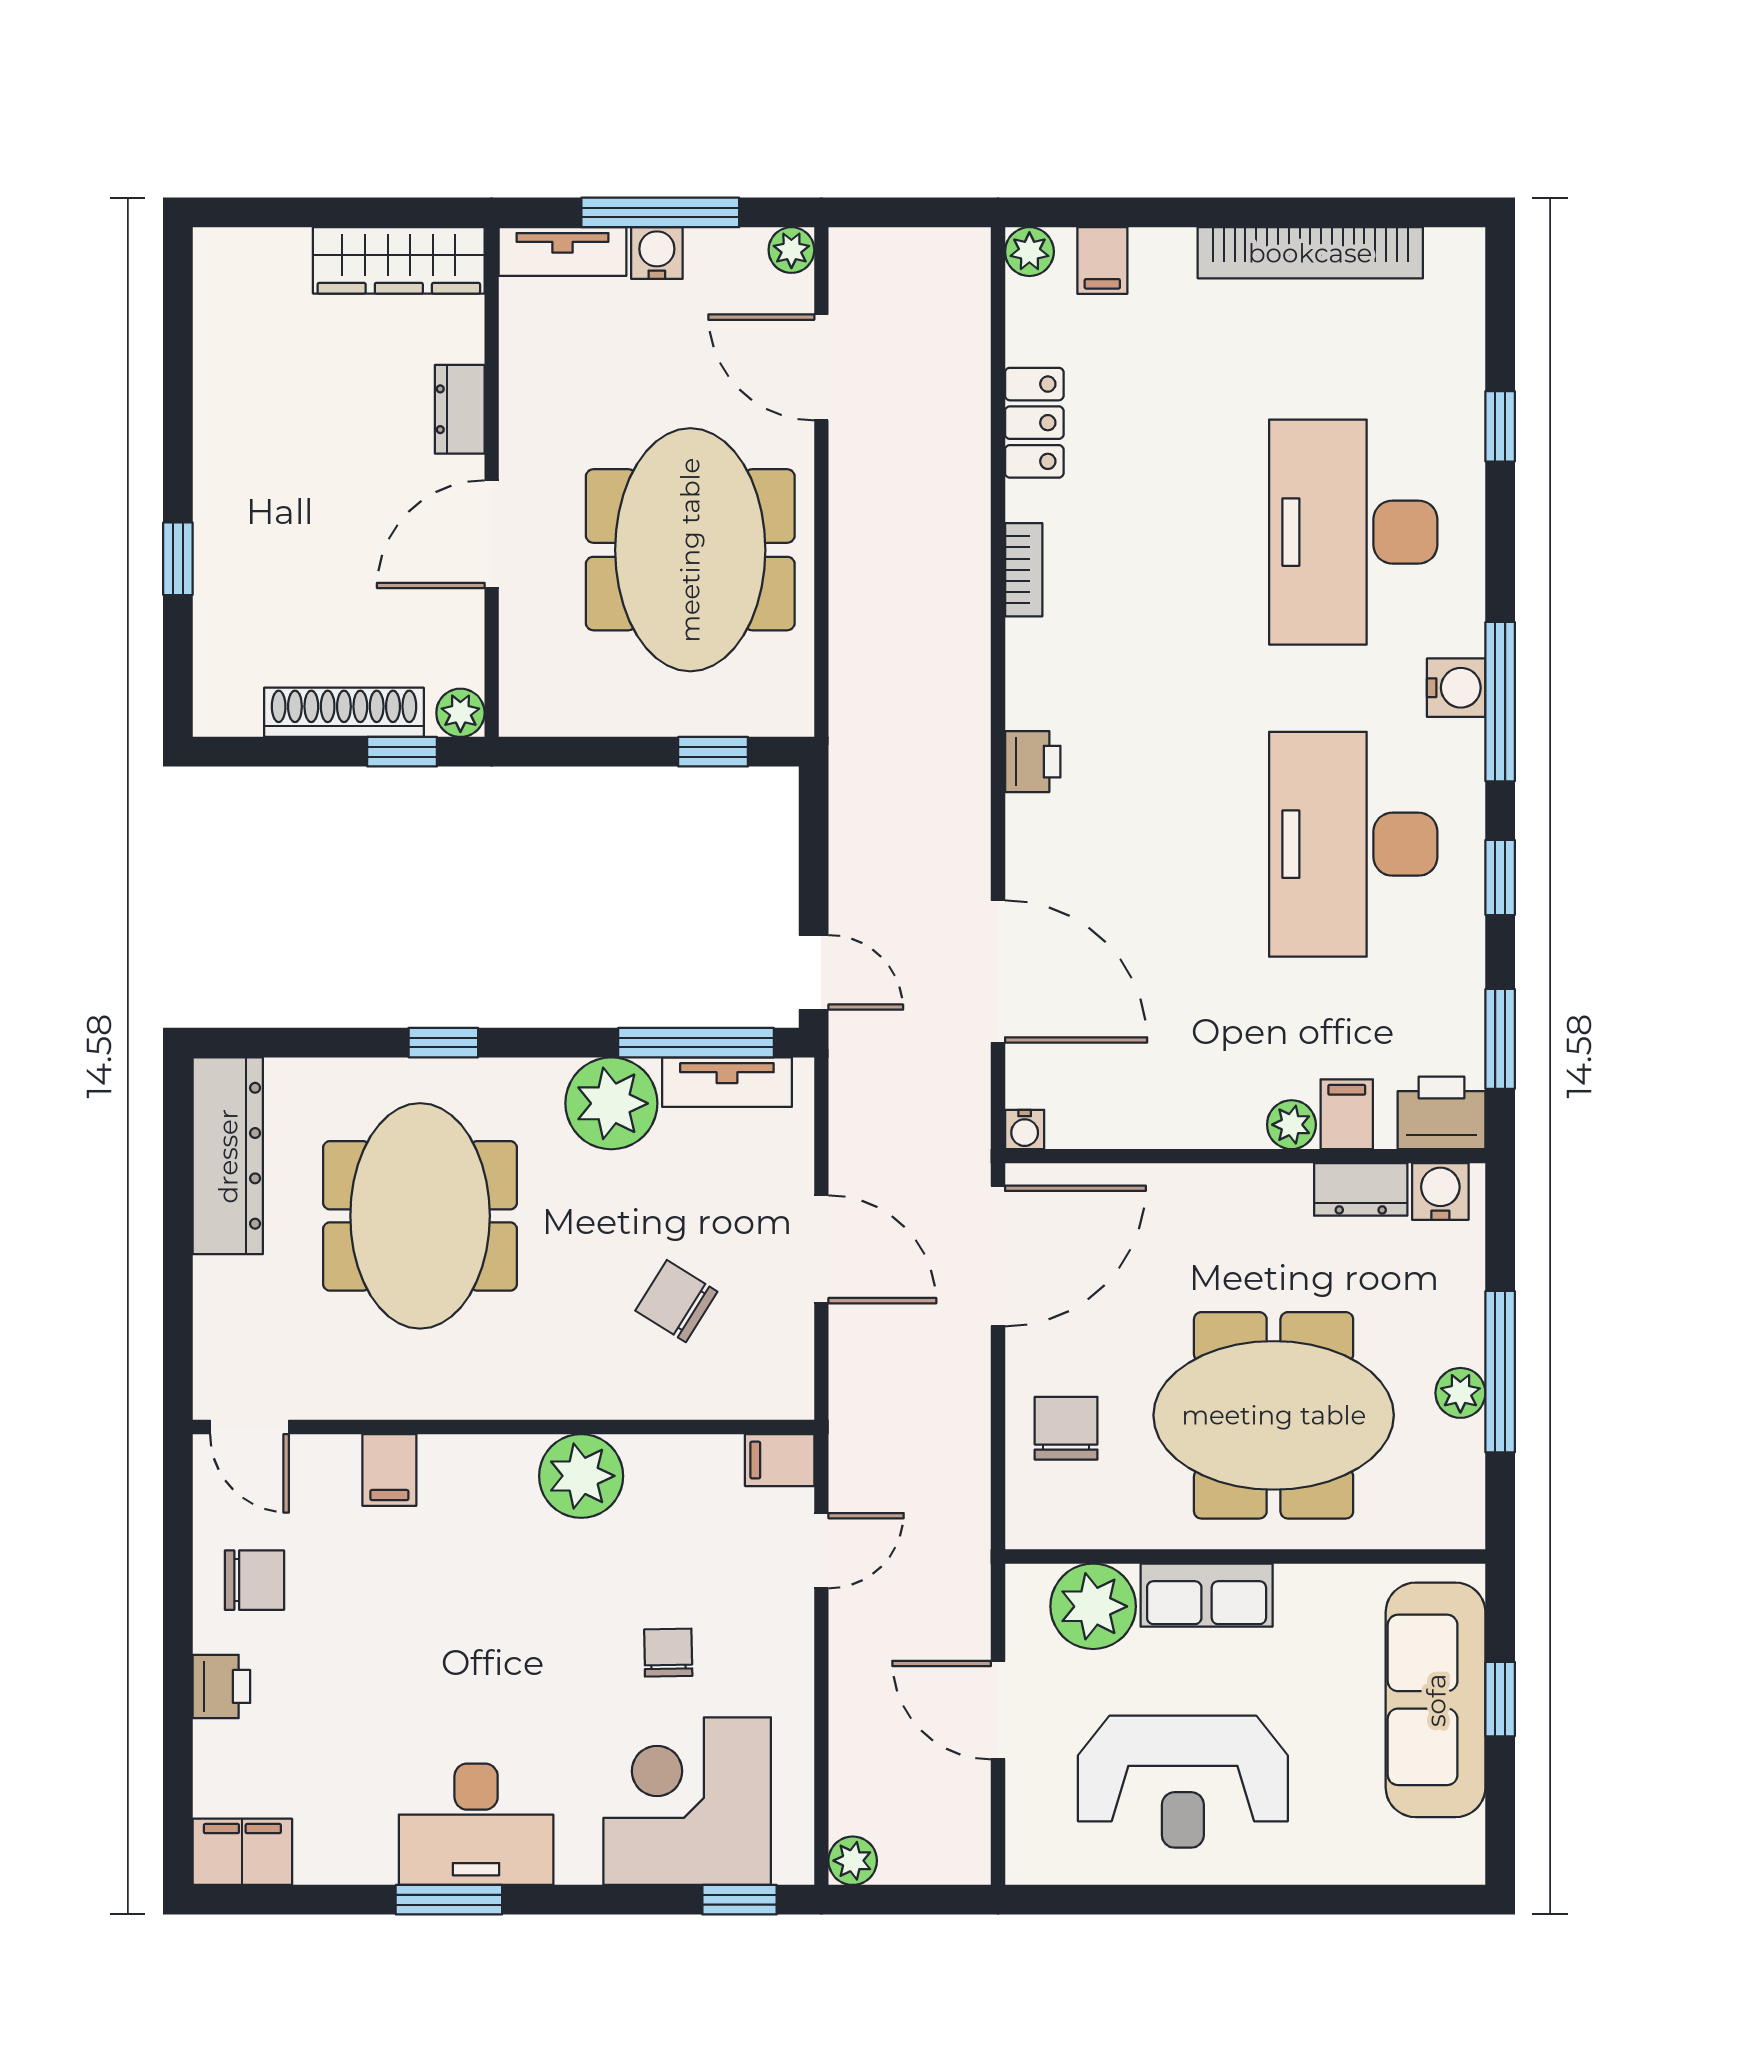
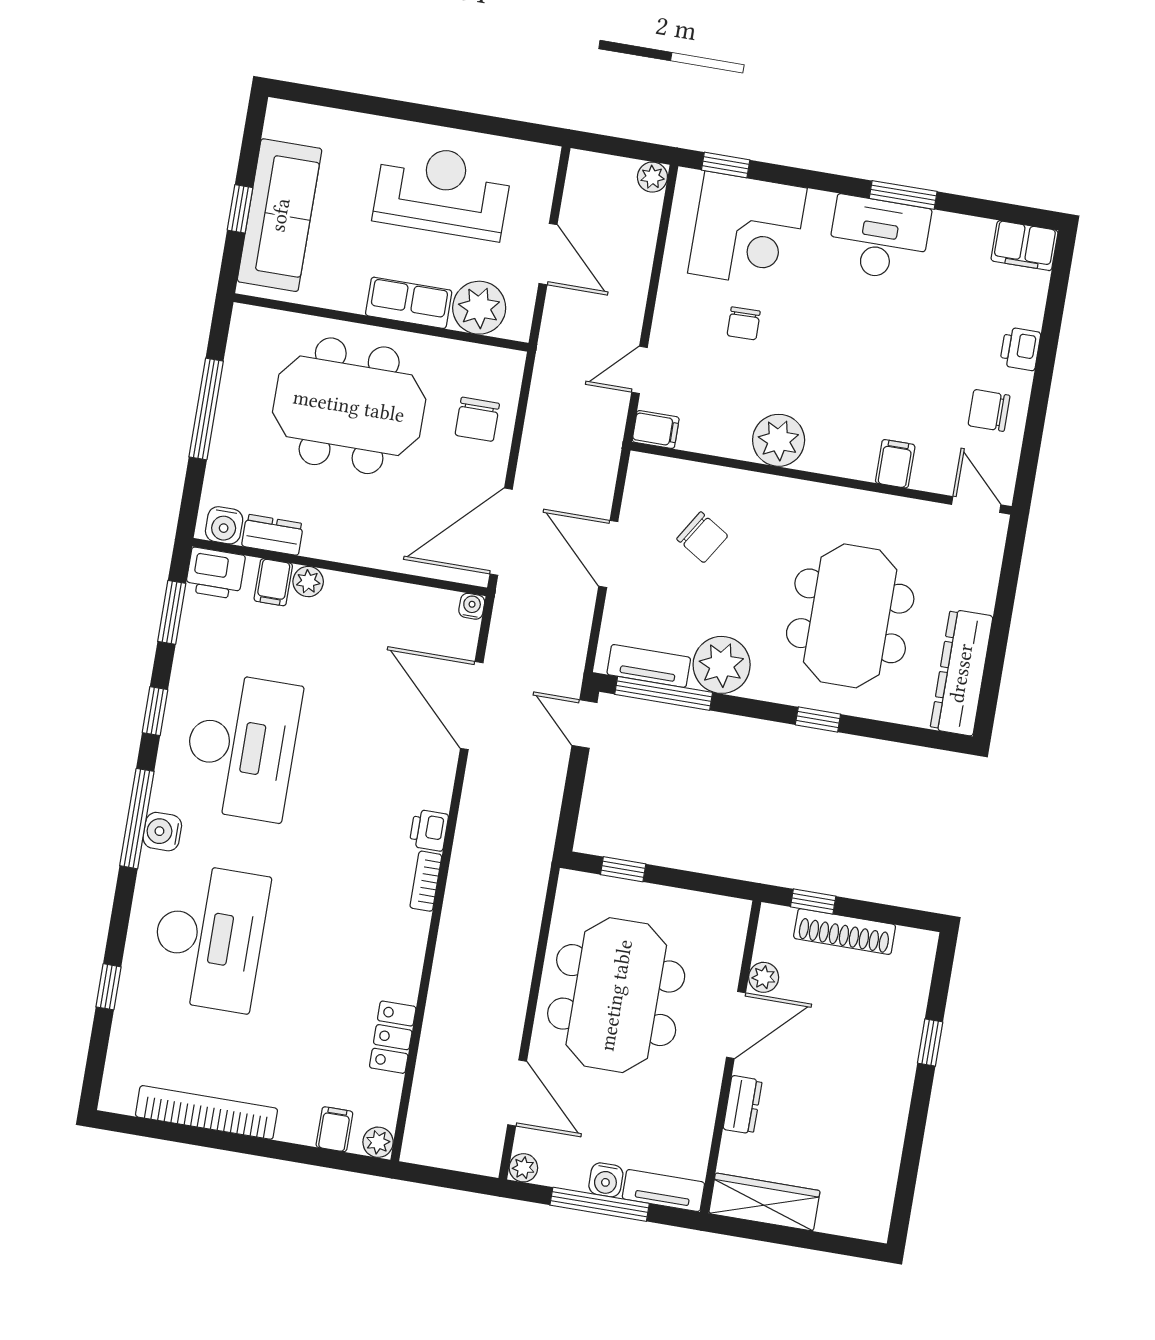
bookcase: (1024, 570) -> (426, 881), moved
plant: (460, 713) -> (764, 977), moved
plant: (1460, 1393) -> (233, 400), removed

